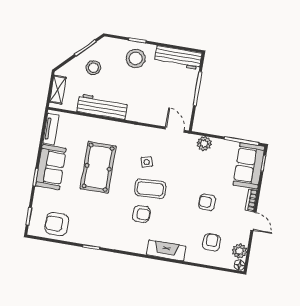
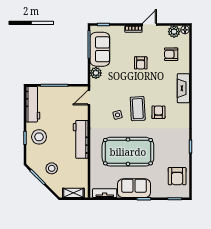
workbench: (102, 107) -> (81, 139), moved
sofa: (249, 166) -> (100, 49), moved, turned -90
pool table: (98, 167) -> (128, 152), width x1.36, depth x1.32

